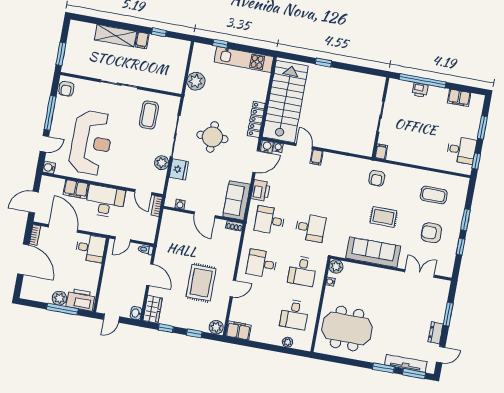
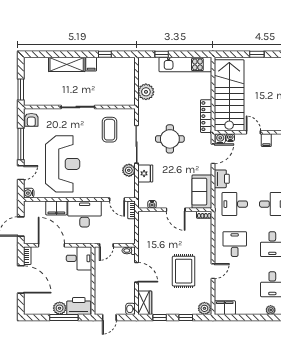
desk: (262, 264) -> (235, 244), turned 90

